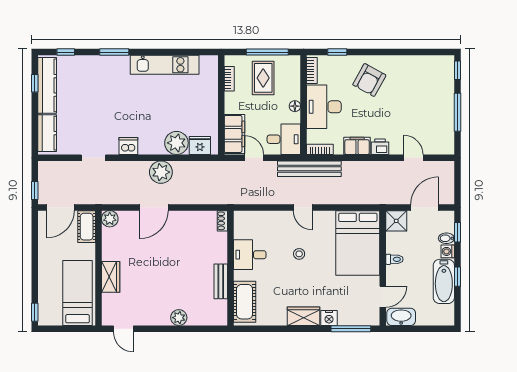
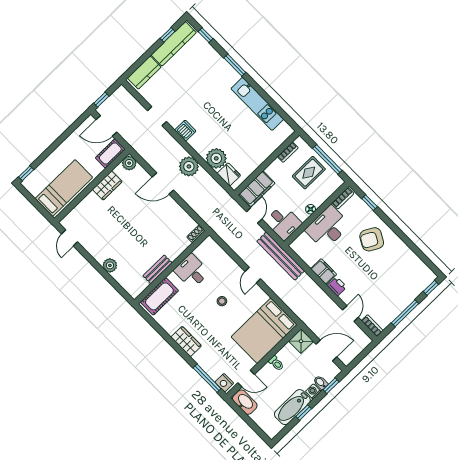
bookcase: (320, 149) -> (372, 326), moved
wardrobe: (111, 277) -> (107, 185), moved
nightstand: (329, 318) -> (224, 383), moved

